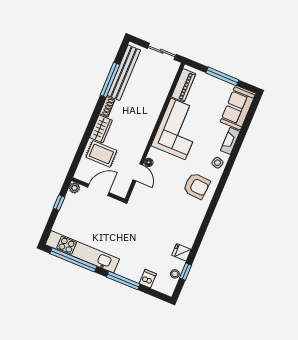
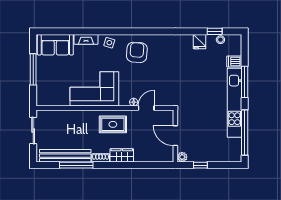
piano: (183, 85) -> (55, 100), removed
rug: (101, 154) -> (113, 124), moved, turned 90
kitchen unit: (82, 252) -> (234, 103), moved

